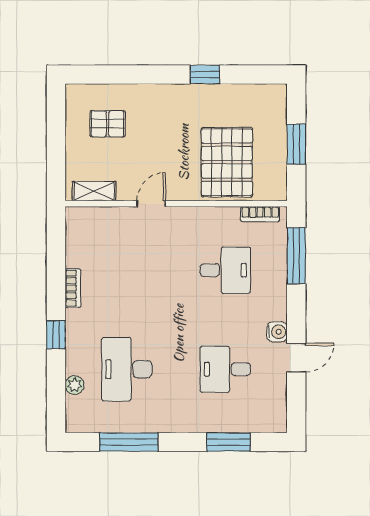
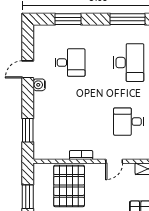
bookcase: (260, 214) -> (81, 155), moved
window: (296, 256) -> (28, 130), width x0.69
desk: (225, 270) -> (129, 122), moved

